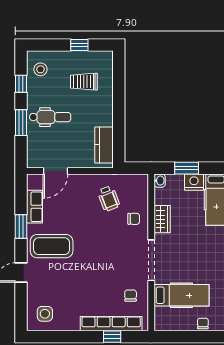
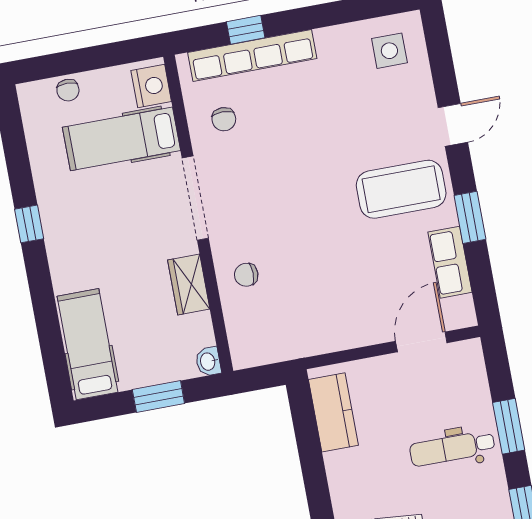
nightstand: (194, 182) -> (151, 86), moved, turned -90
wheelchair: (109, 198) -> (304, 307), removed

